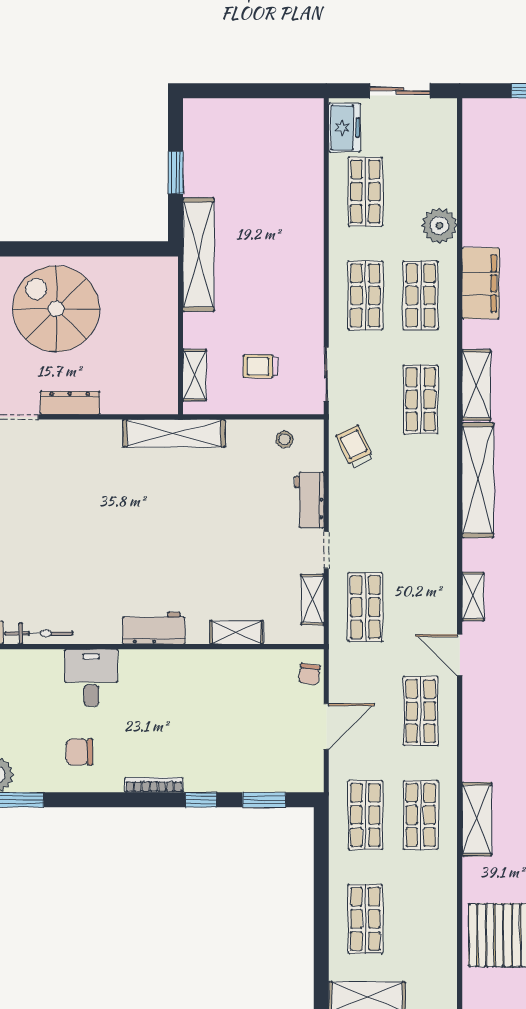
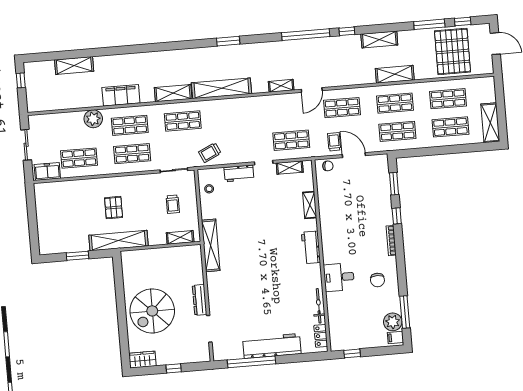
pallet: (263, 251) -> (114, 208), added
trolley: (355, 690) -> (334, 142), added
shop shelf: (421, 919) -> (448, 99), added

